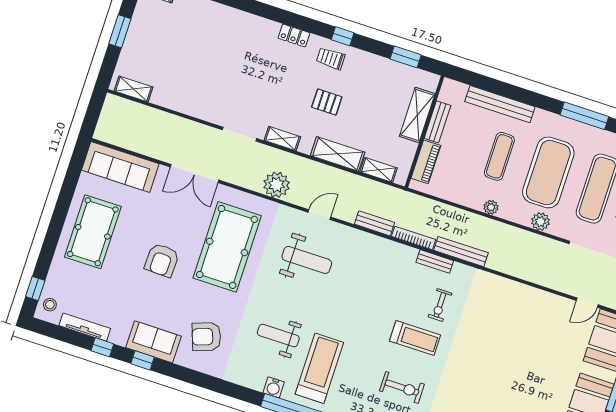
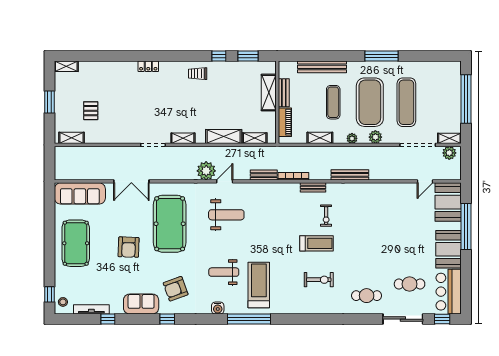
locker: (294, 36) -> (148, 66), moved
window: (343, 36) -> (219, 56), moved
pallet: (327, 102) -> (91, 111), moved, turned 90
plant: (277, 185) -> (206, 171), moved
shelving: (466, 198) -> (320, 138), added
plant: (491, 207) -> (352, 138), moved
bench: (461, 252) -> (350, 175), moved
window: (142, 360) -> (167, 319), moved
water cooler: (274, 387) -> (218, 308), moved

